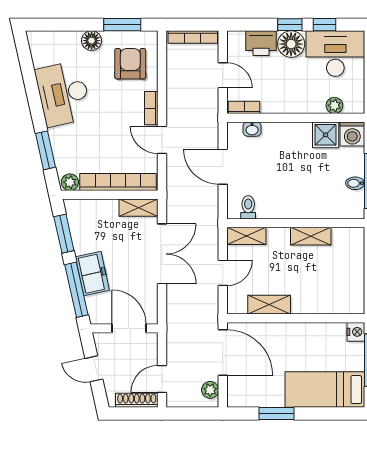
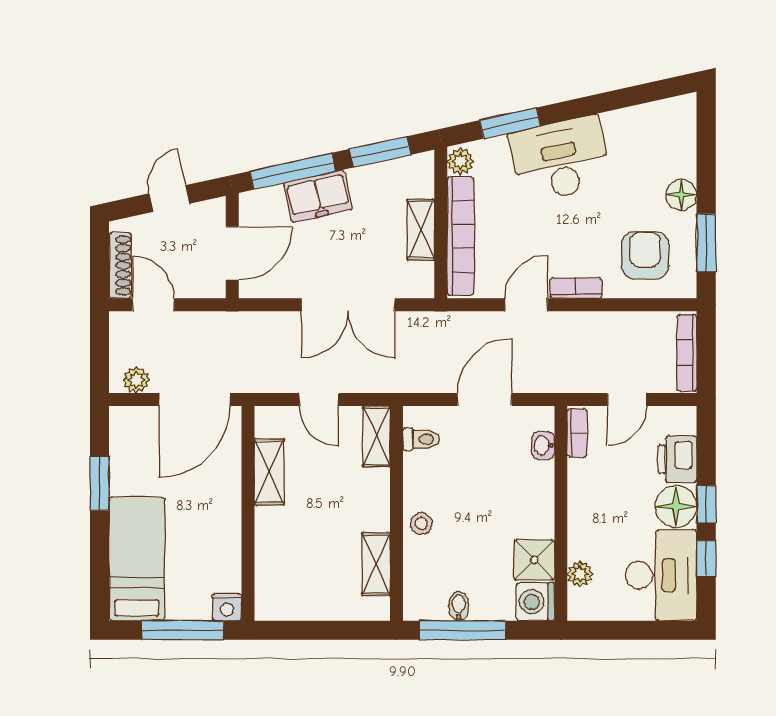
armchair: (130, 64) -> (645, 255), turned -90
desk: (63, 94) -> (560, 159), moved
stool: (302, 207) -> (421, 524), added
shelving: (138, 208) -> (421, 230), moved
shelving: (311, 236) -> (376, 564), moved

